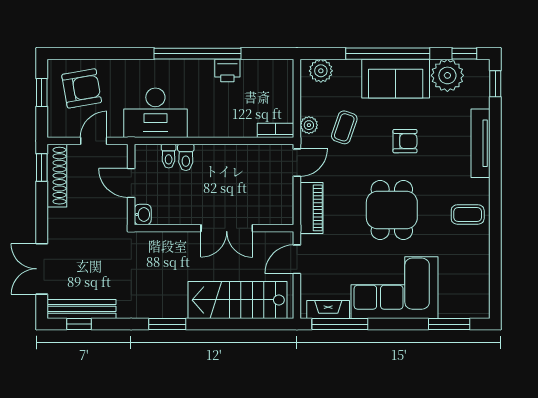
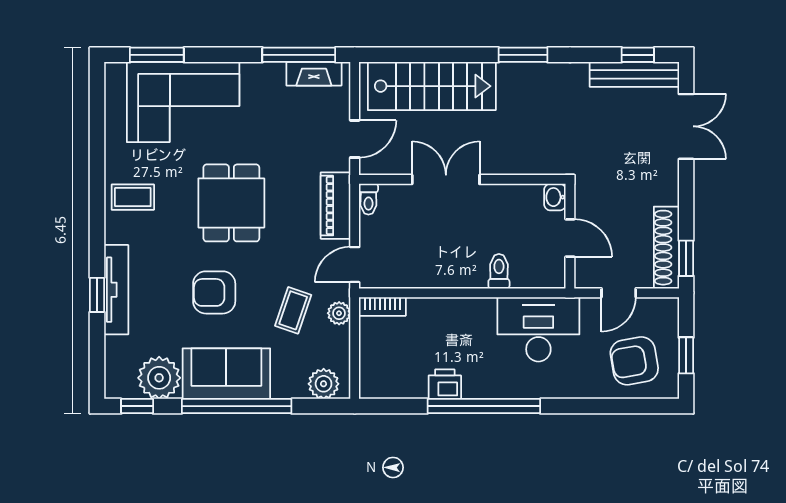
window: (495, 84) -> (97, 295), moved
armchair: (405, 141) -> (214, 292), width x1.38, depth x1.38
toilet: (169, 156) -> (368, 199), moved, turned 180
corner sofa: (395, 288) -> (183, 102), moved

